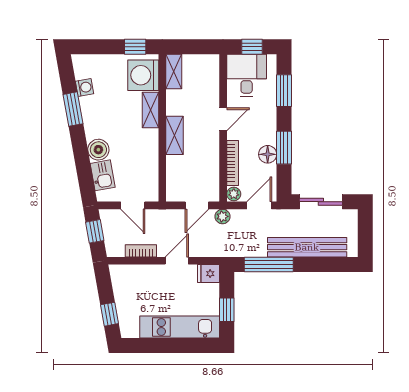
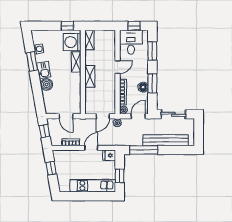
kitchen sink: (103, 175) -> (44, 70), moved
window: (110, 314) -> (51, 168), moved

